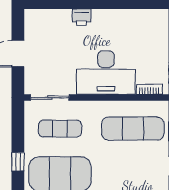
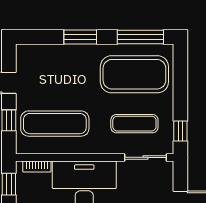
window: (18, 162) -> (180, 131), moved

